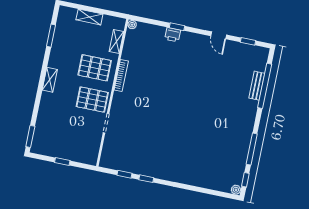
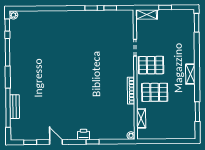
shelving: (89, 17) -> (147, 14), moved
printer: (173, 35) -> (84, 134), moved

